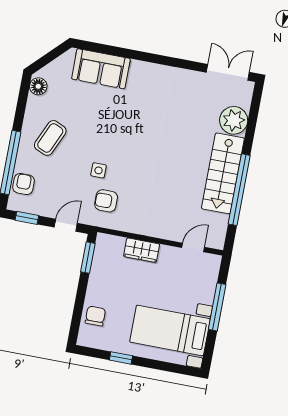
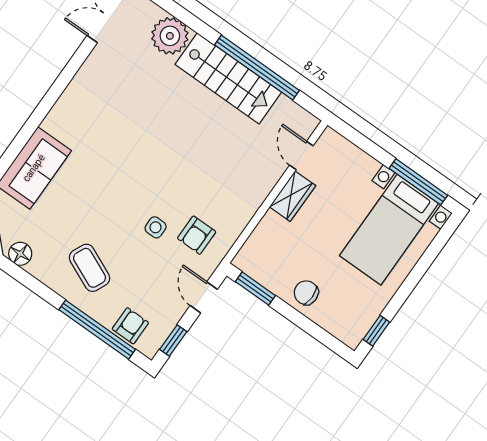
armchair: (23, 184) -> (130, 326), turned 90
wardrobe: (142, 250) -> (293, 196), moved
window: (217, 307) -> (418, 182), moved
chair: (95, 316) -> (306, 293), moved
window: (121, 358) -> (376, 331), moved

